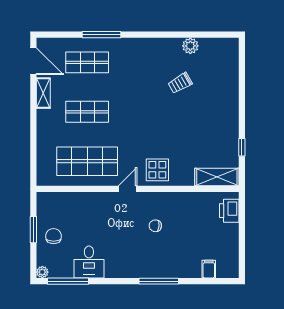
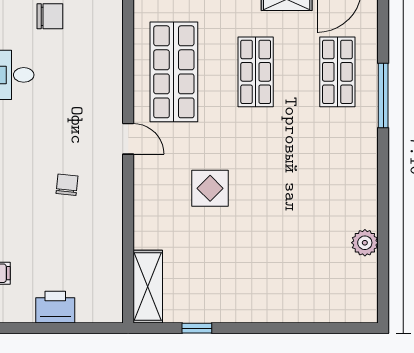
trolley: (180, 83) -> (303, 226), removed
display table: (157, 170) -> (210, 188), moved
printer: (229, 211) -> (55, 307), moved

